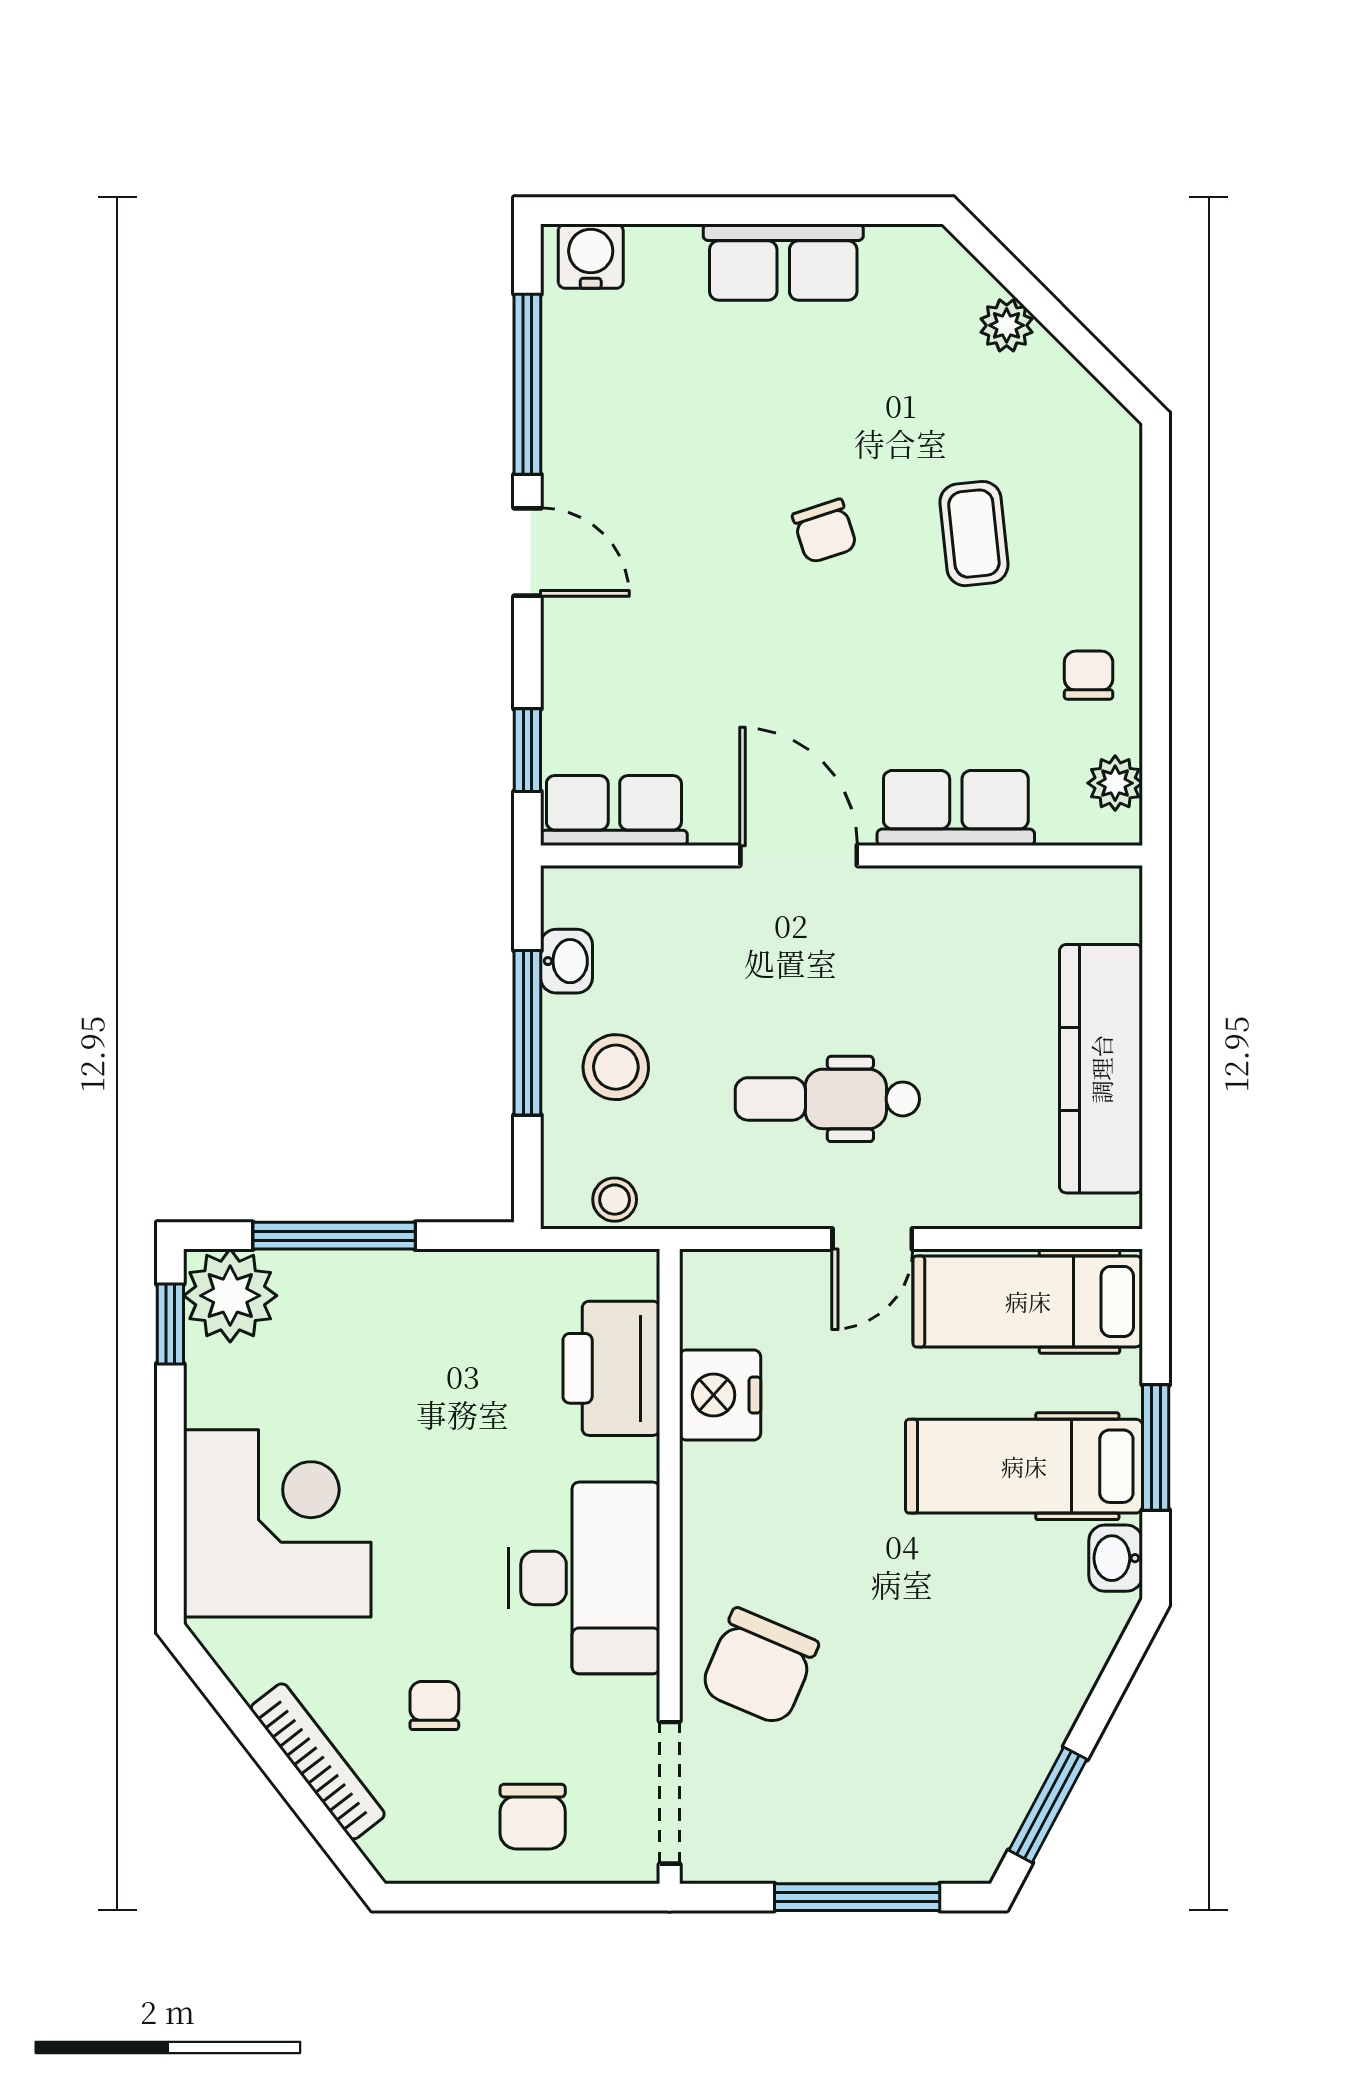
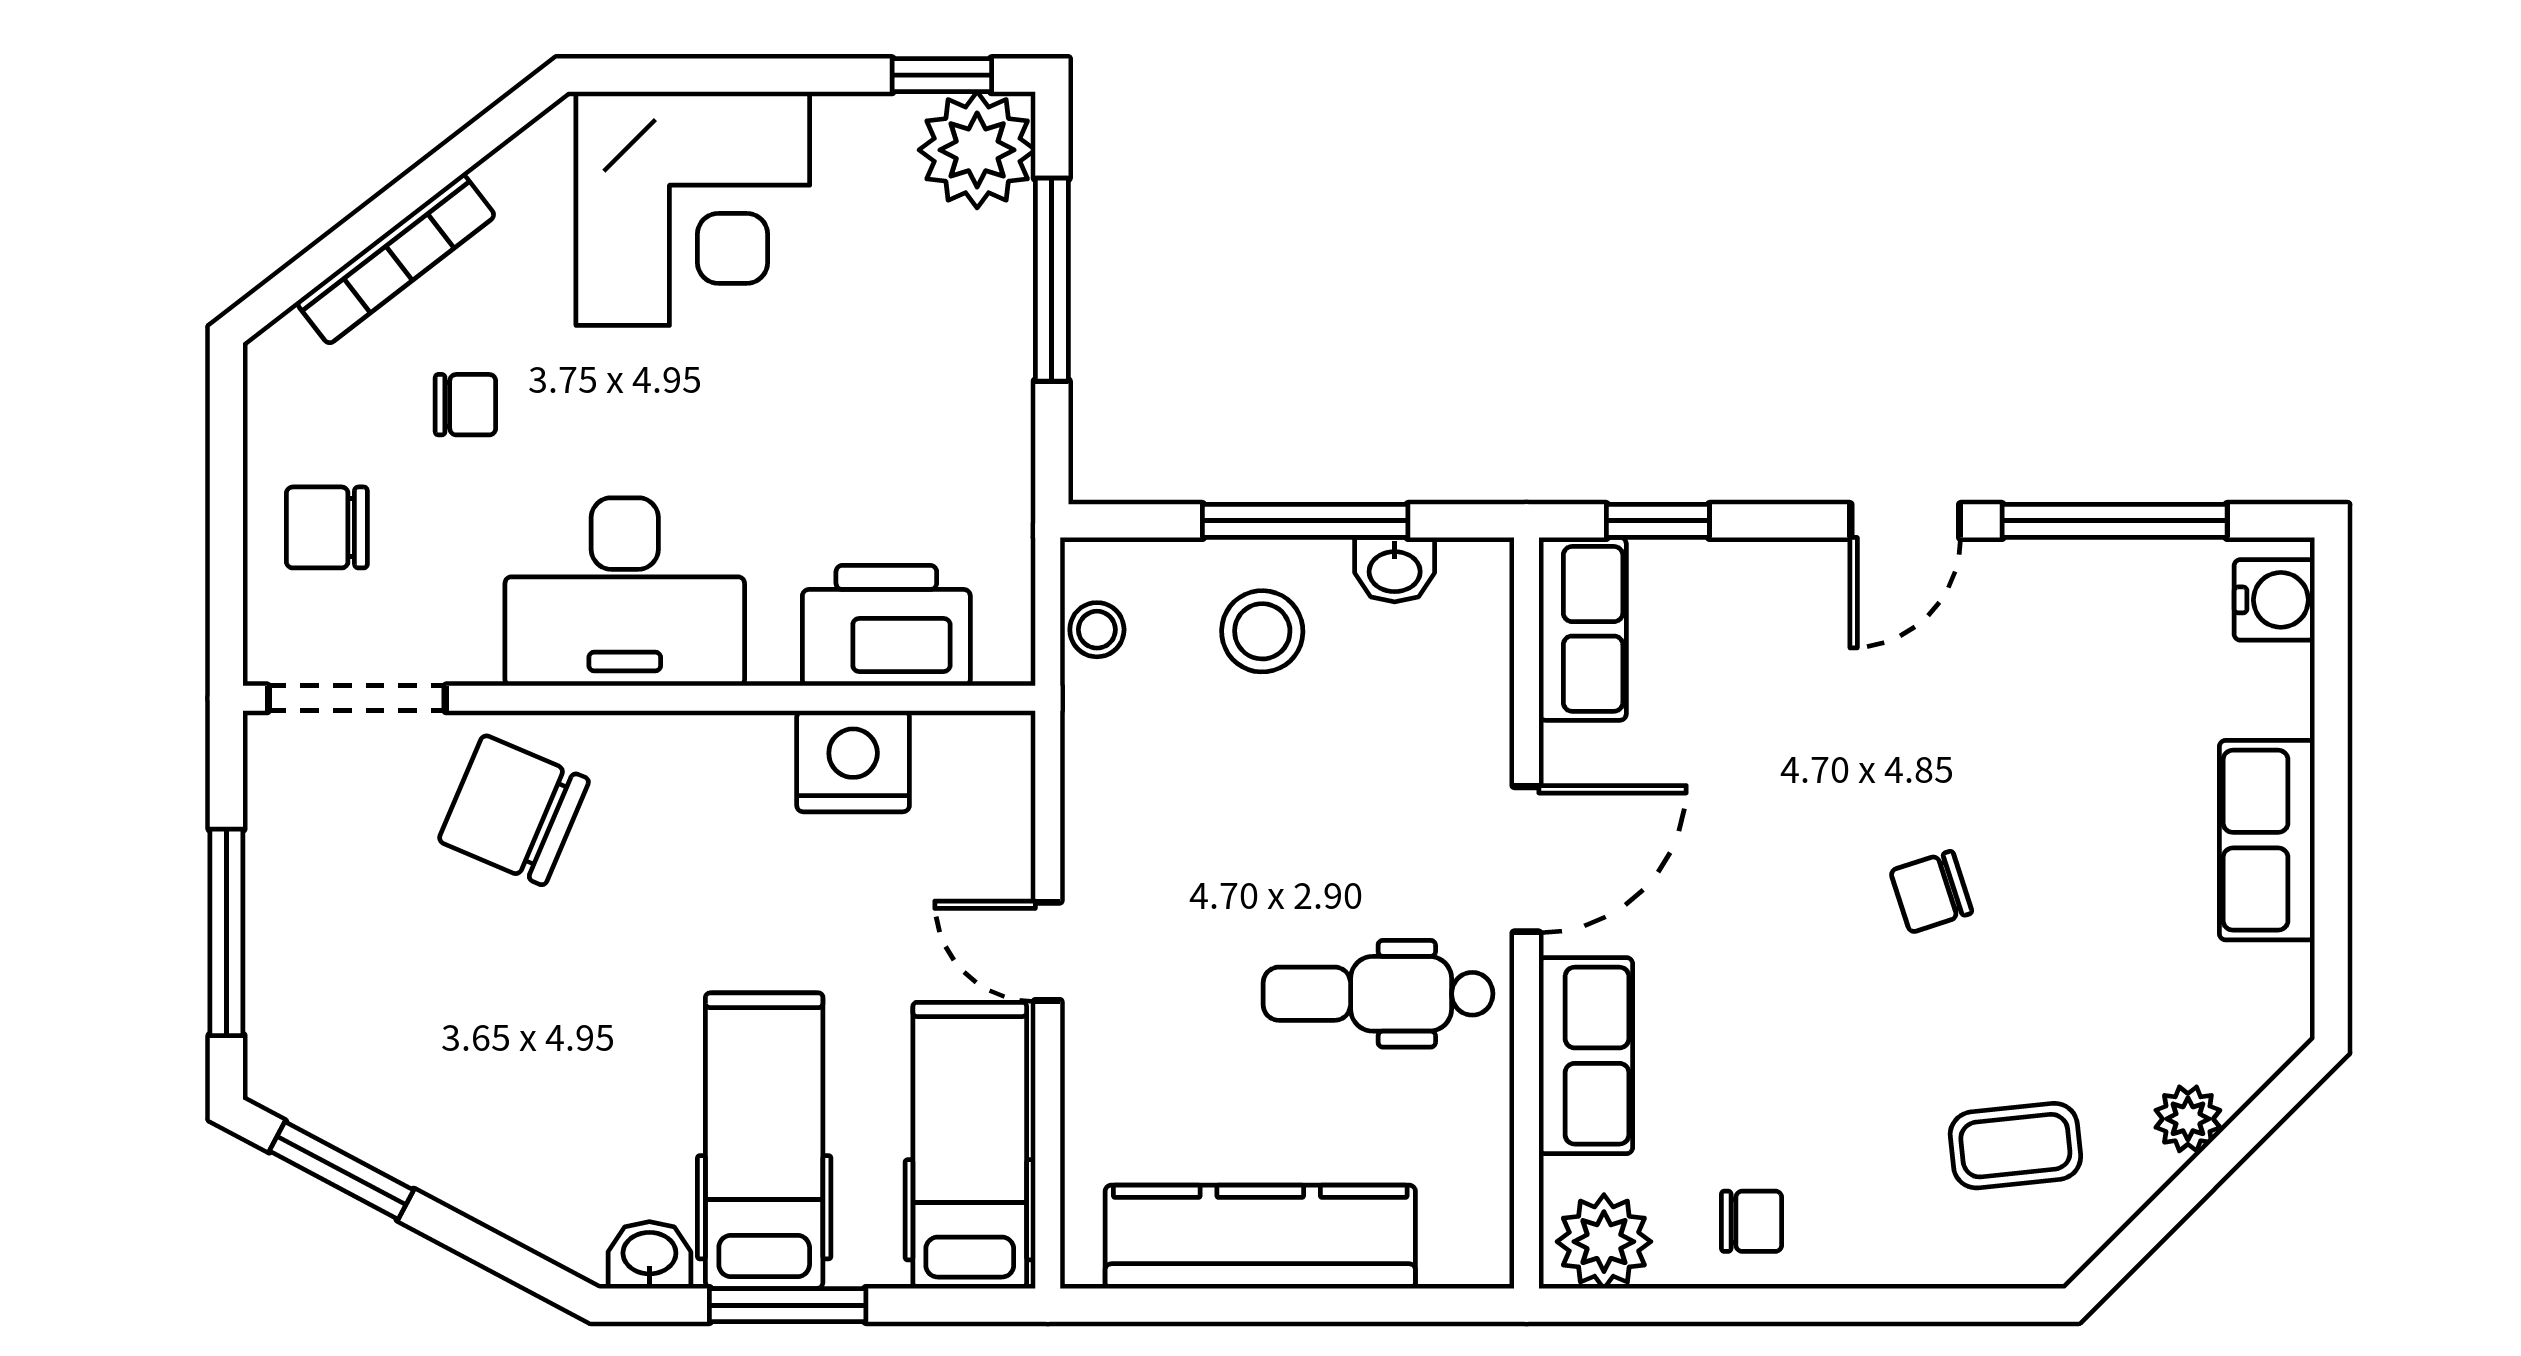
coffee table: (974, 534) -> (2015, 1146), moved
plant: (1115, 783) -> (1604, 1242), width x1.38, depth x1.38
dental chair: (827, 1099) -> (1378, 994), moved, turned -90

